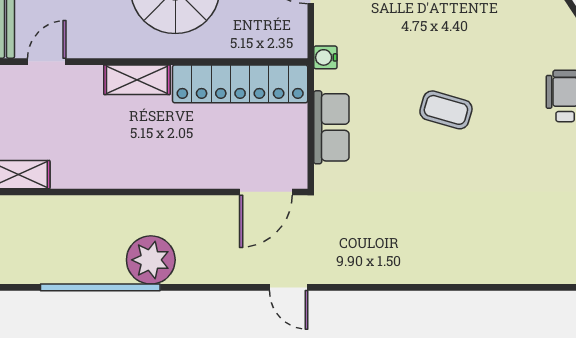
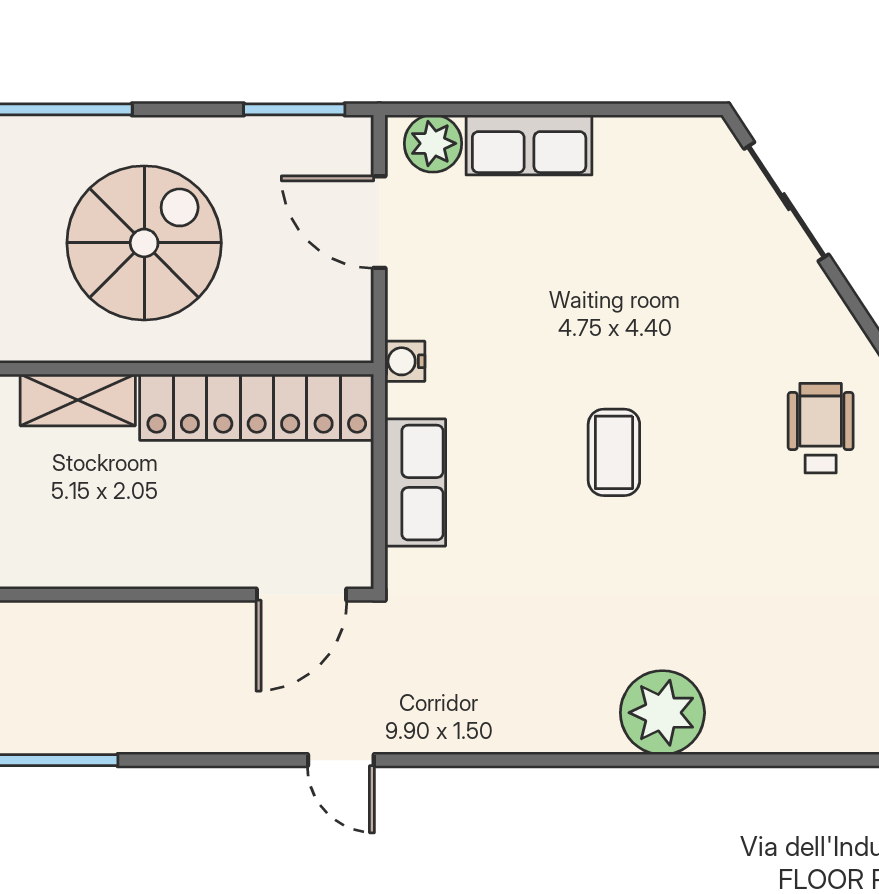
coffee table: (446, 110) -> (614, 452), turned 74
plant: (151, 260) -> (662, 713), moved

